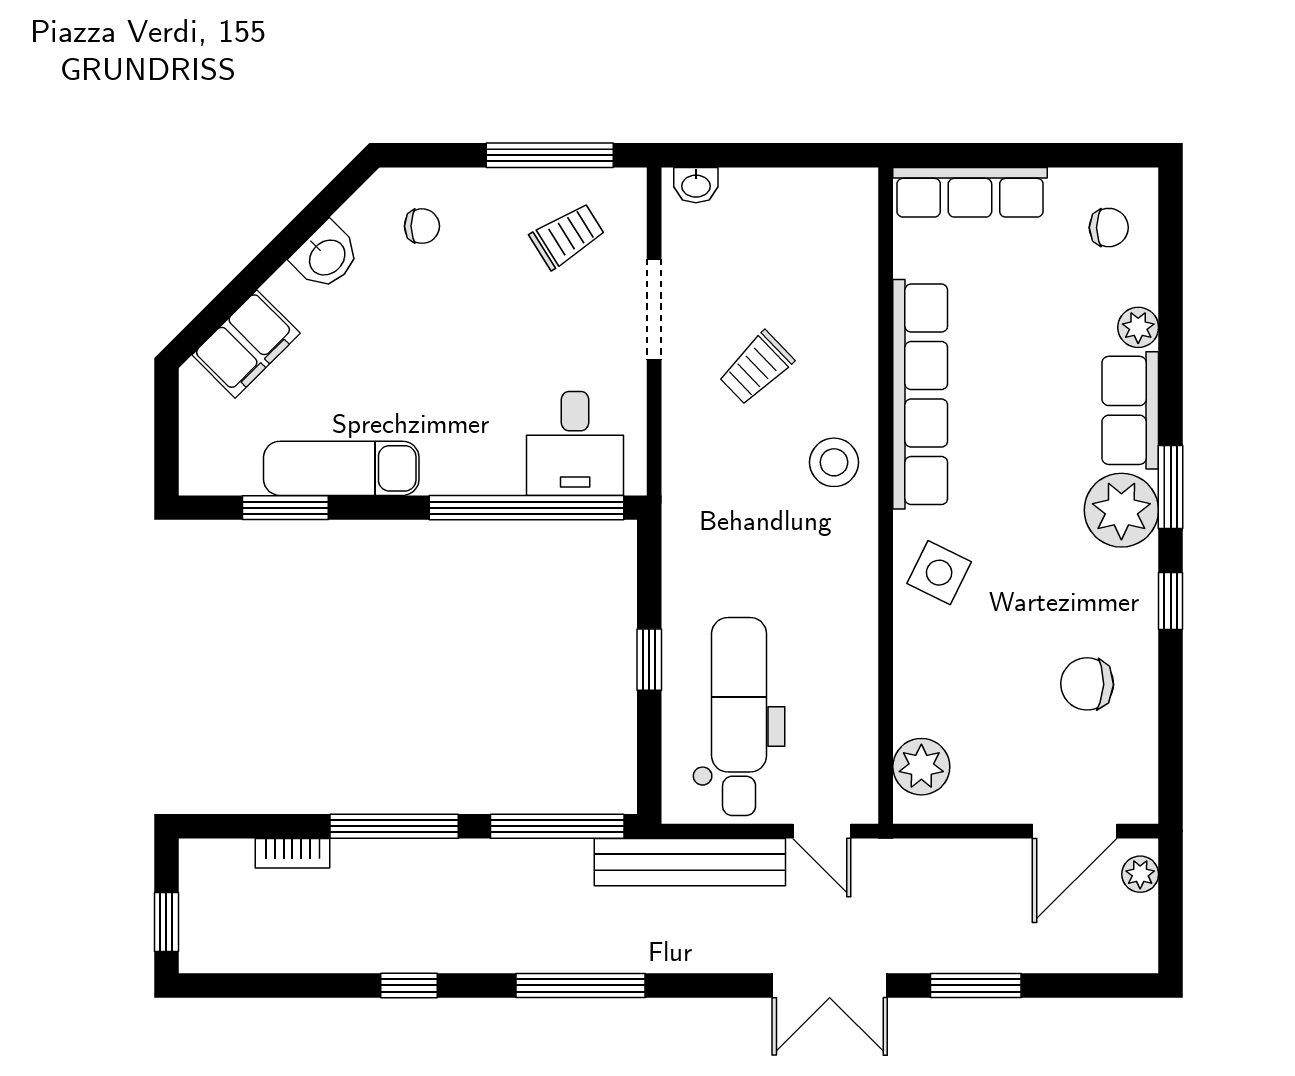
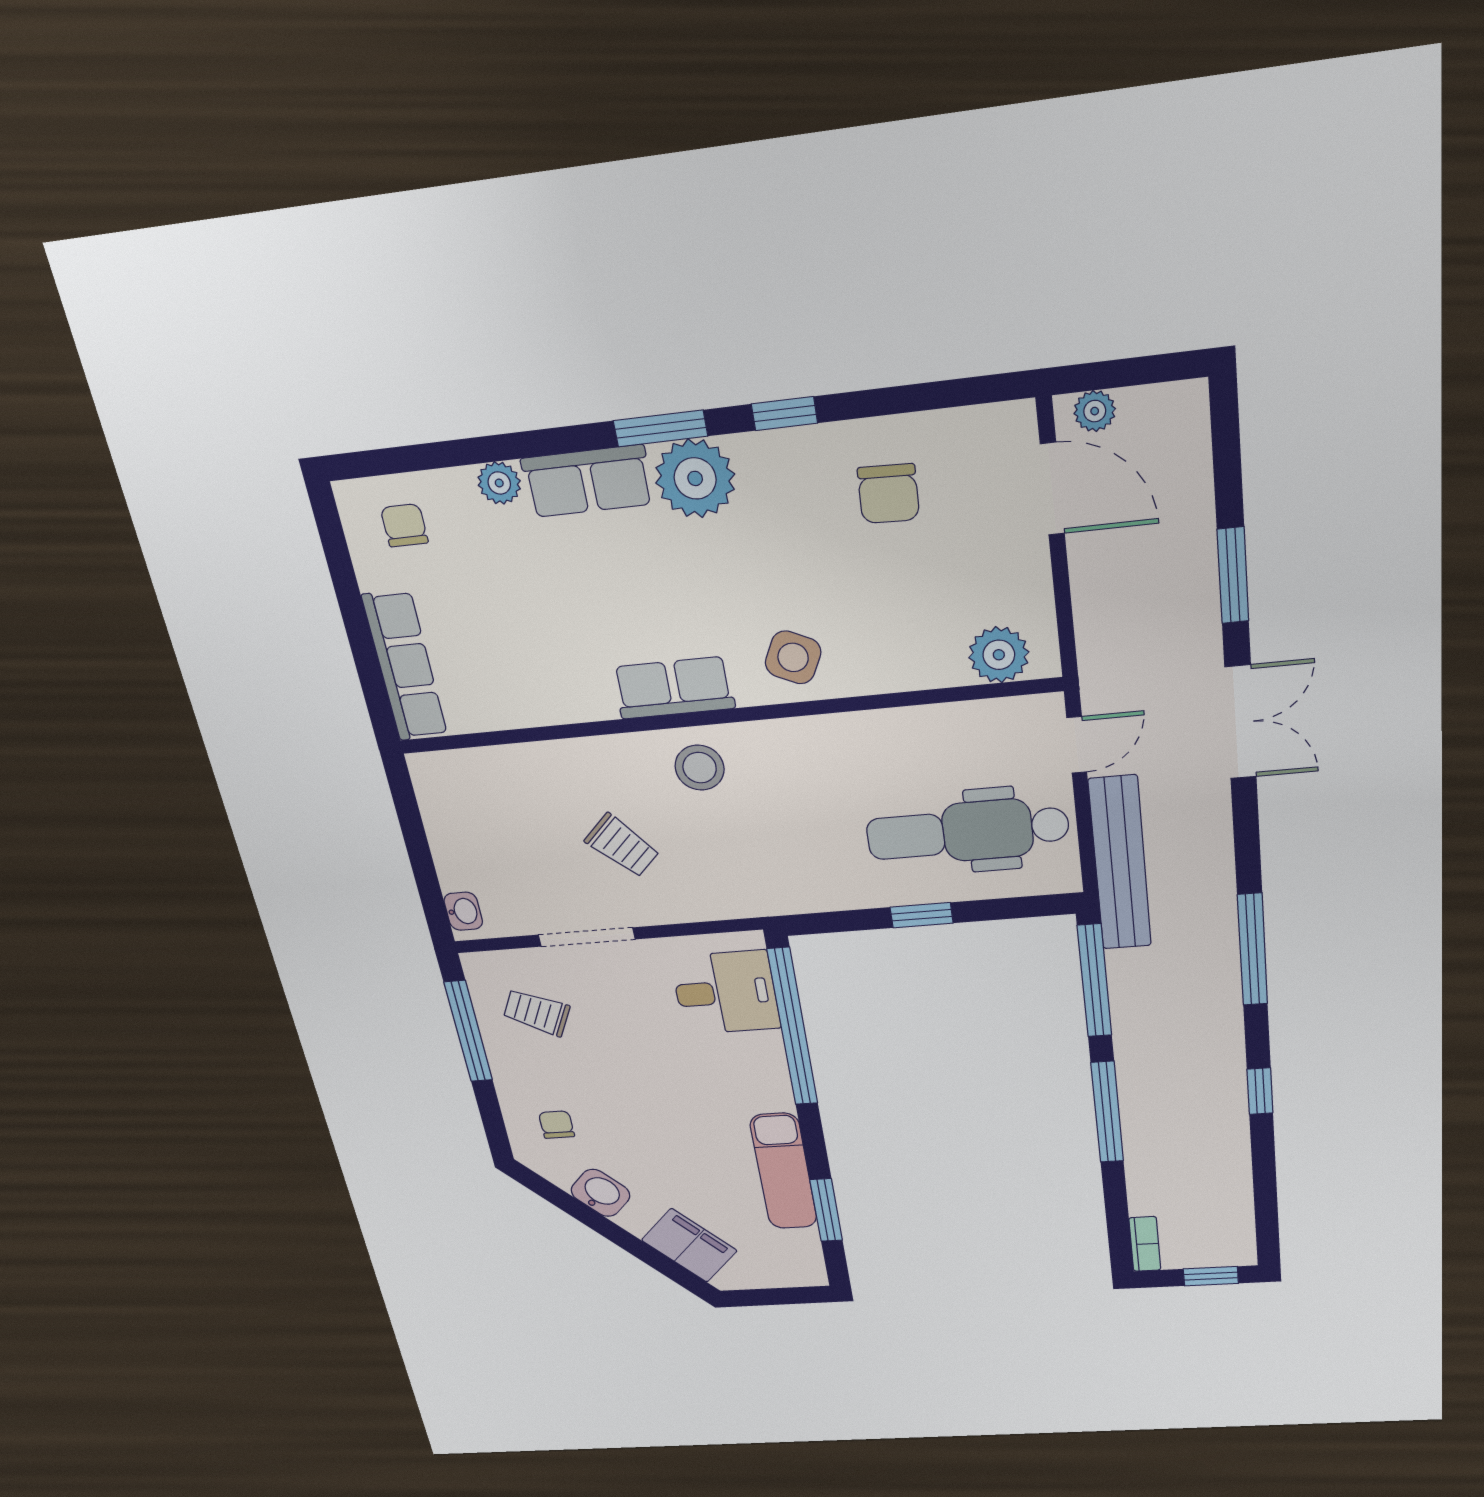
trolley: (567, 236) -> (537, 1012), turned -32
row of seats: (920, 394) -> (674, 688), width x0.50
bookcase: (292, 853) -> (1145, 1244), moved

